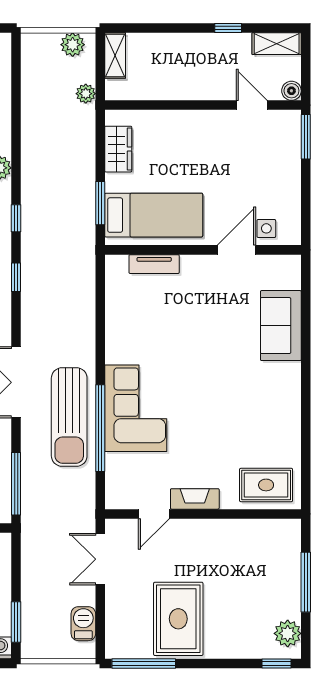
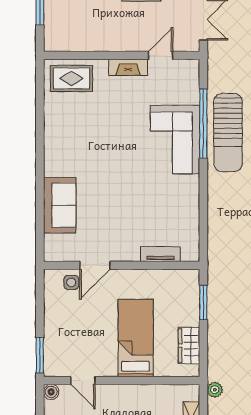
bed: (154, 215) -> (136, 338), moved, turned 90
sun lounger: (69, 417) -> (228, 132), turned 180

